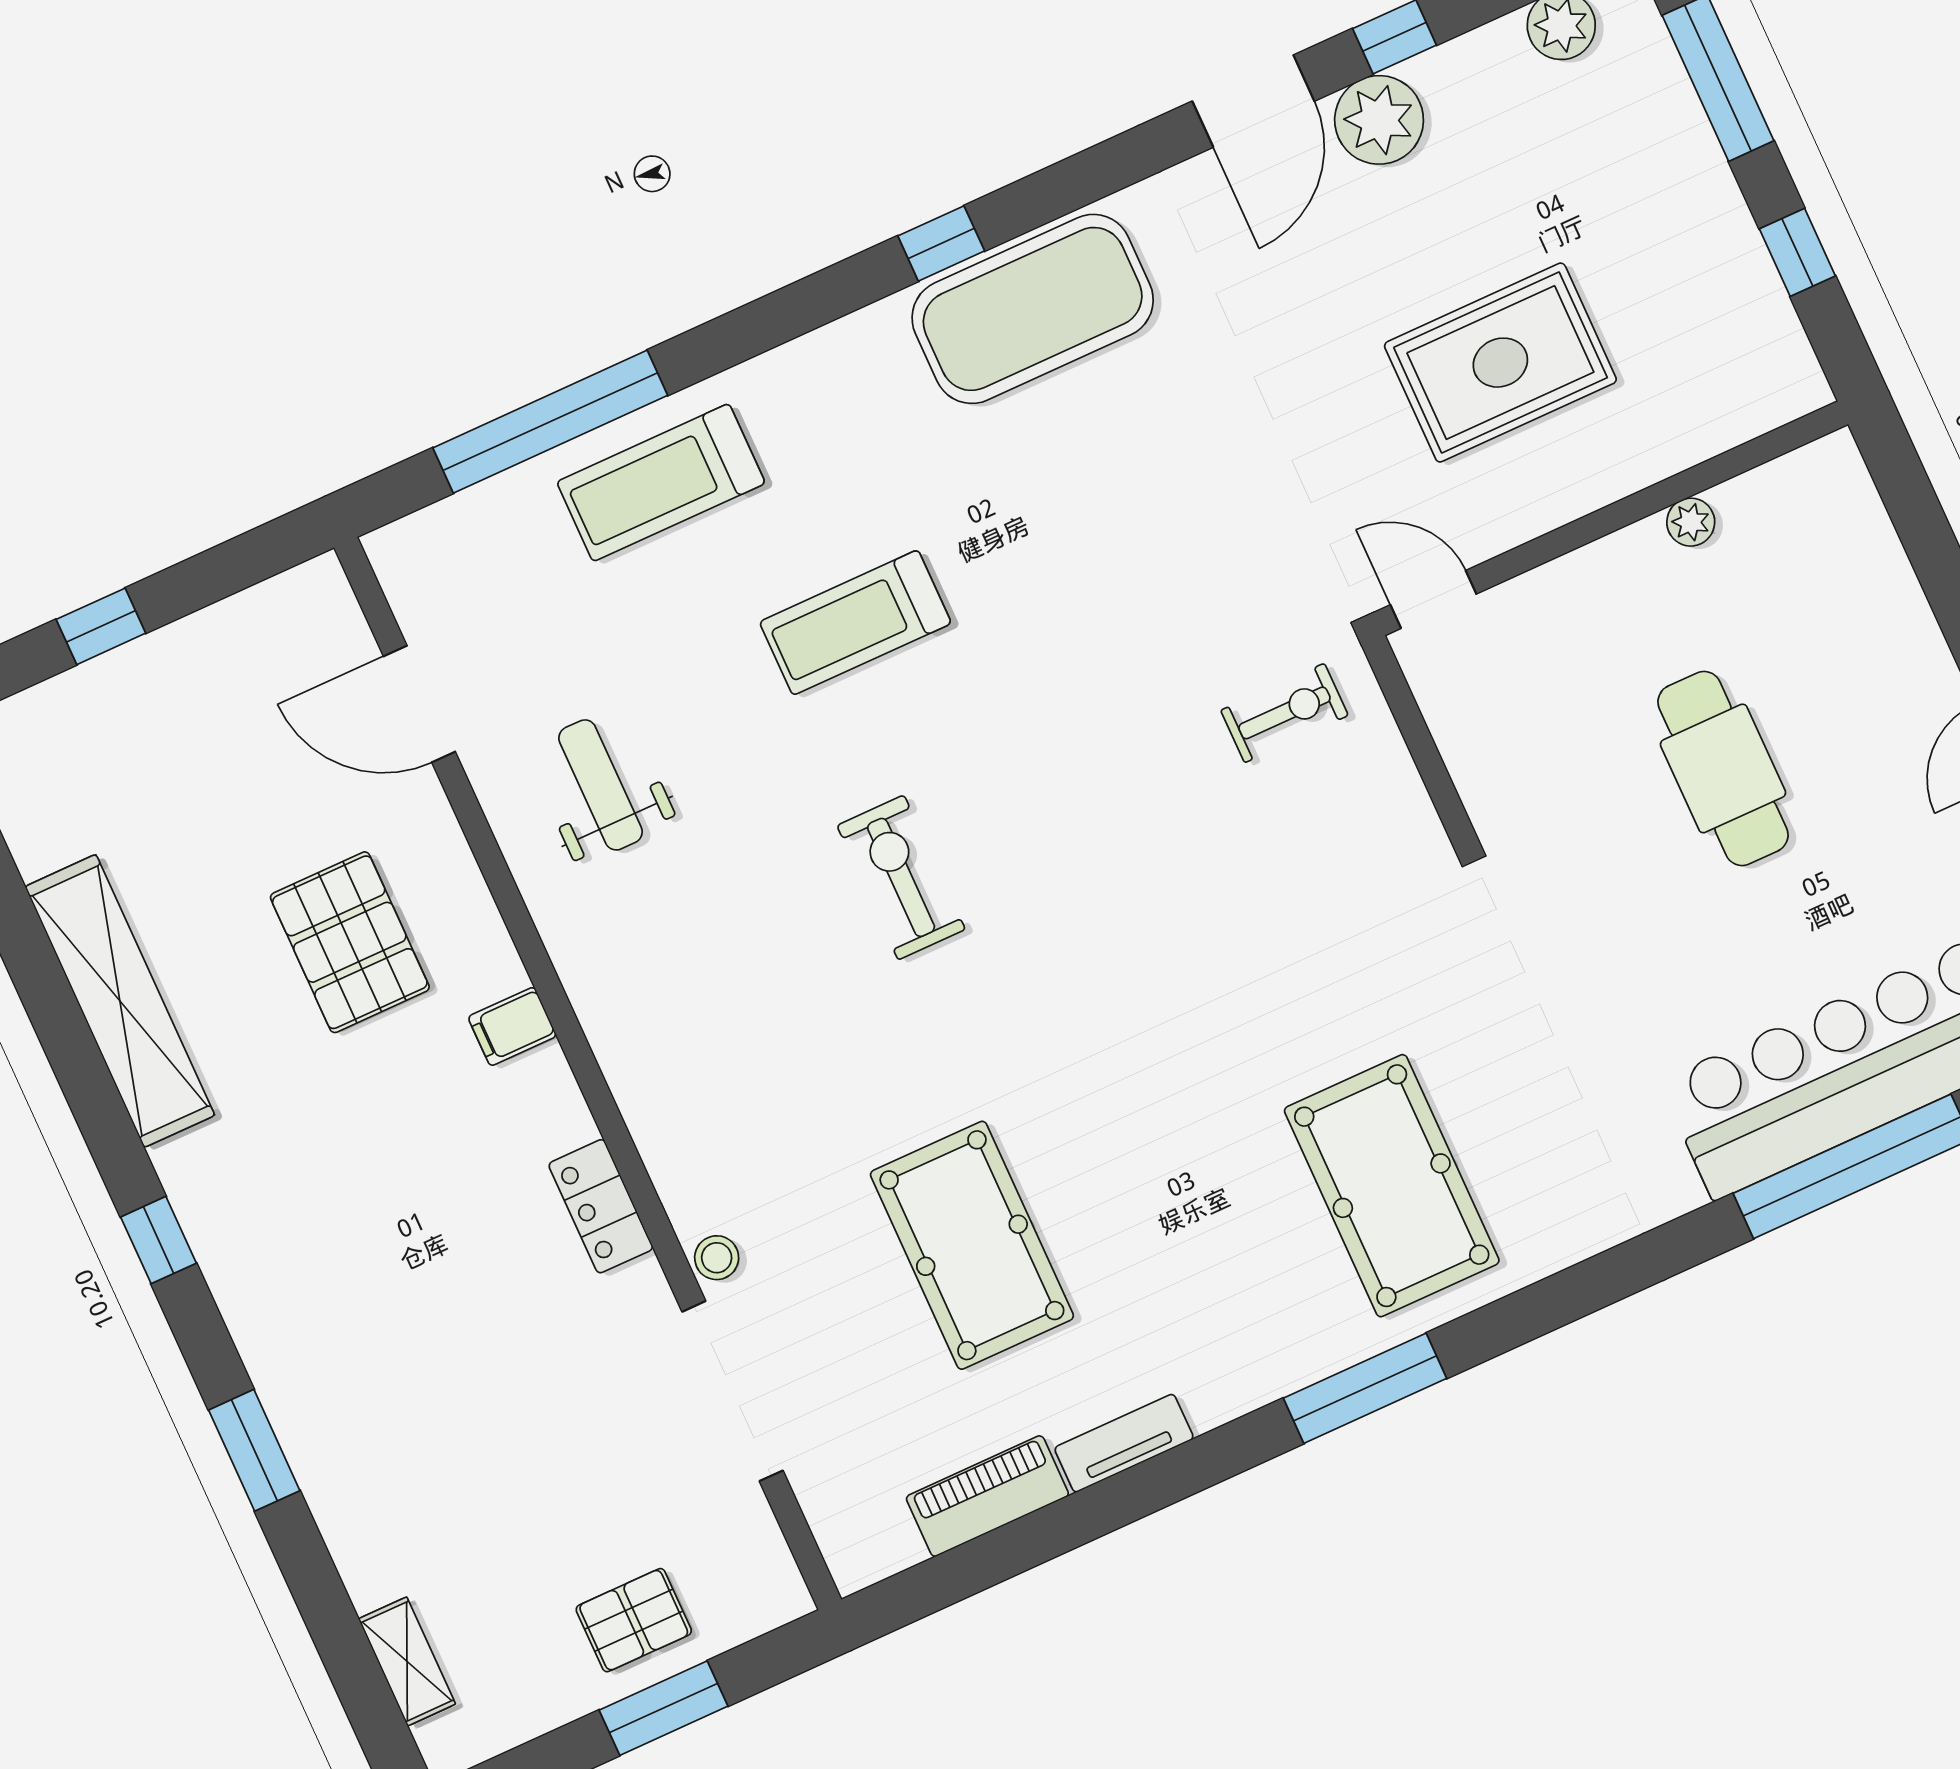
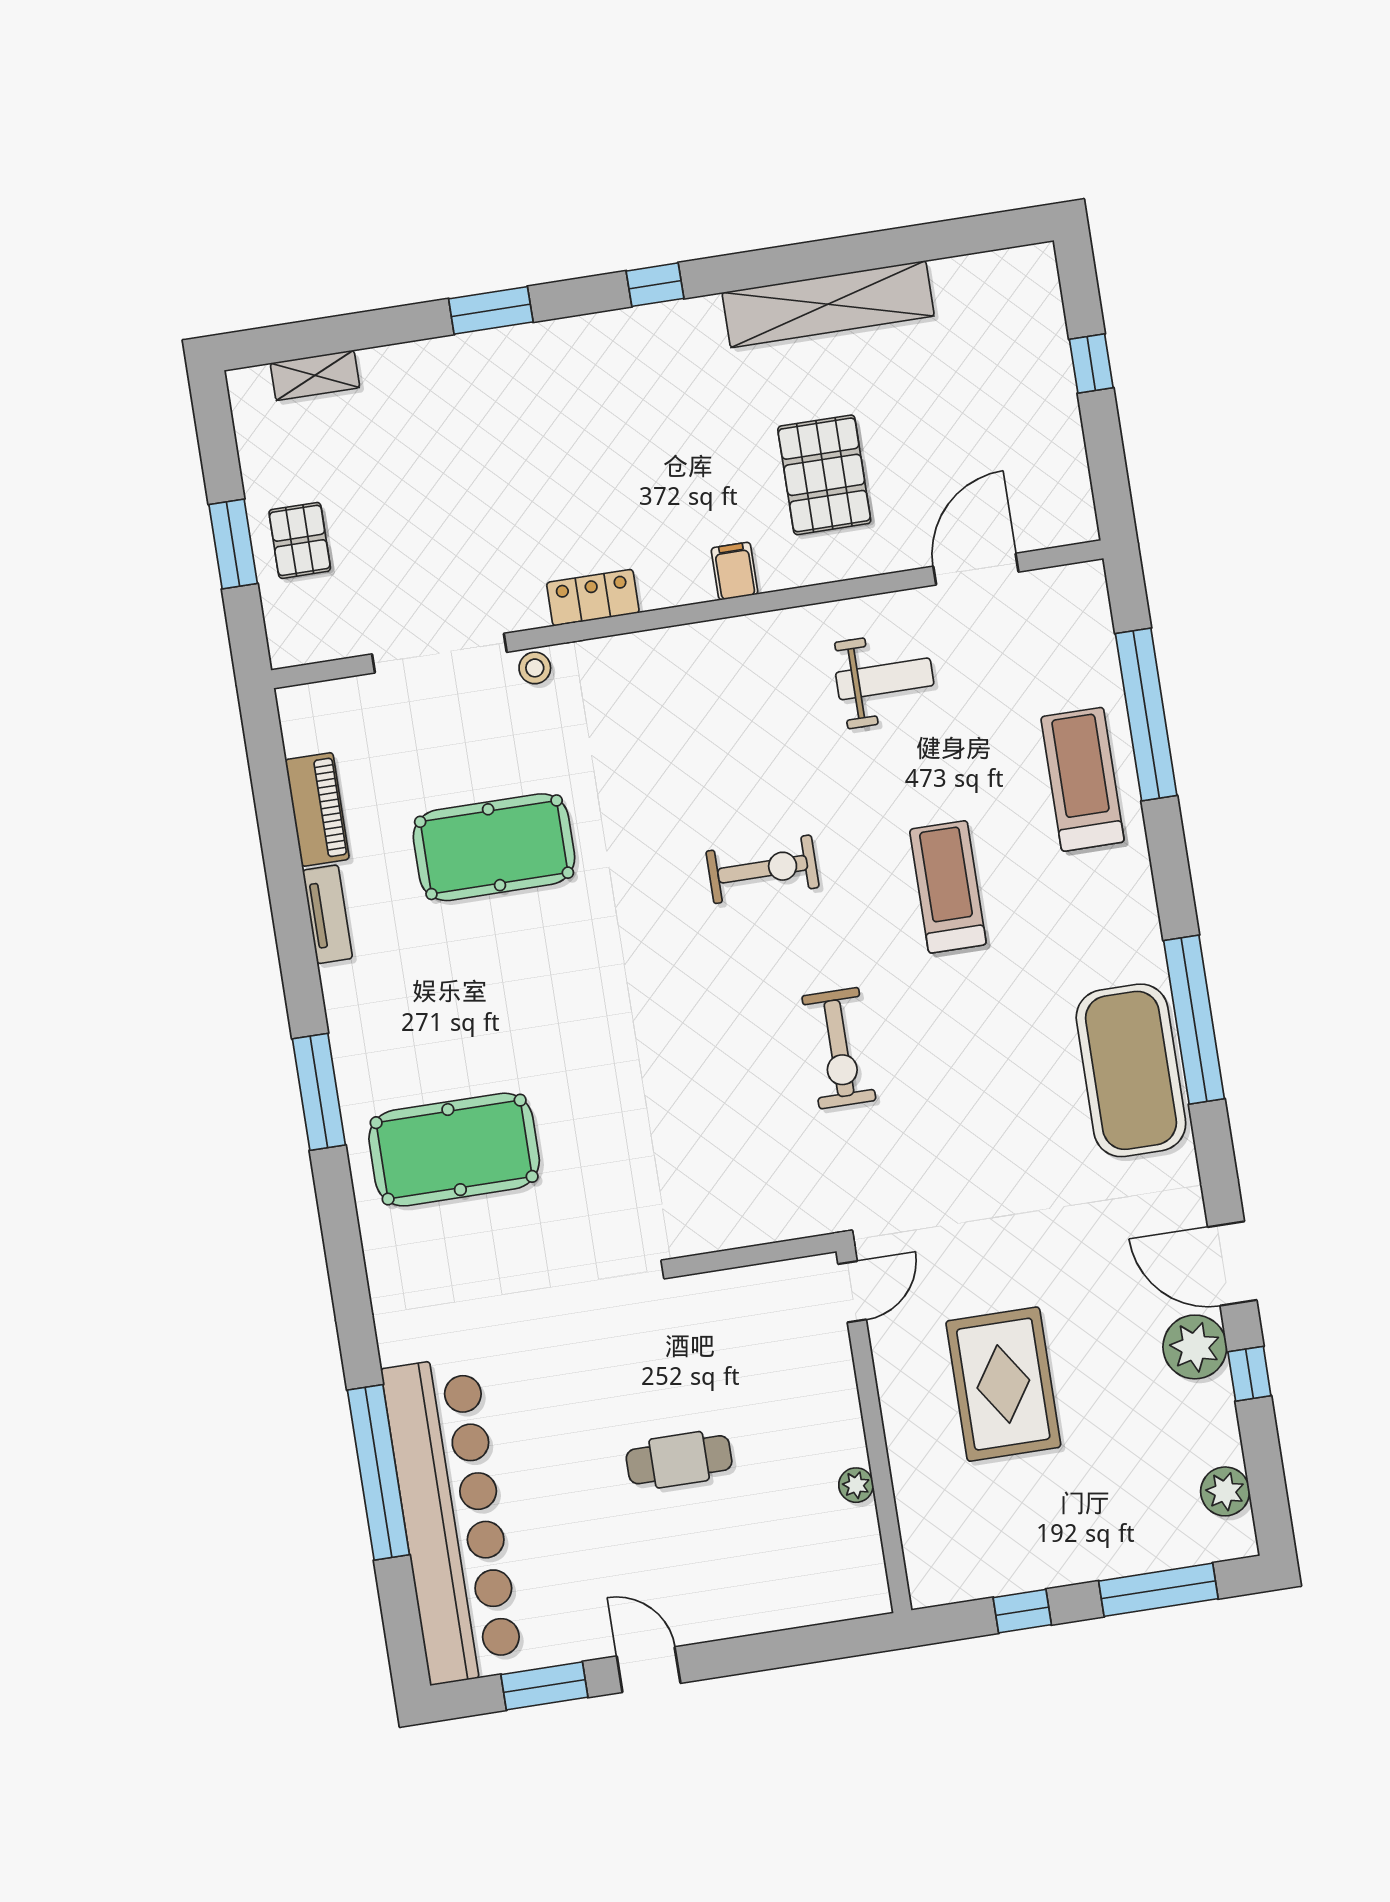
window: (941, 243) -> (1194, 1020), width x3.17
exercise bike: (1284, 713) -> (839, 1048), moved, width x1.38, depth x1.39
cafe table: (1723, 768) -> (679, 1460), width x0.73, depth x0.74
pallet: (350, 942) -> (824, 475), turned 90

